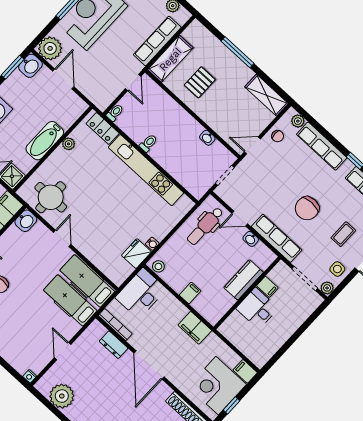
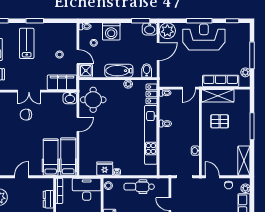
bidet: (72, 110) -> (147, 70), added
dental chair: (205, 226) -> (139, 187), moved

